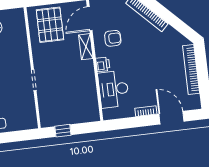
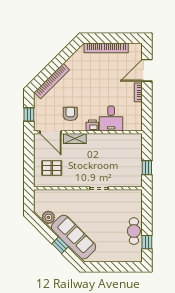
pallet: (50, 25) -> (52, 168), width x0.67, depth x0.71
desk: (114, 89) -> (111, 119), width x0.73

